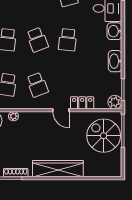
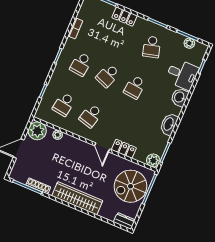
school desk: (37, 40) -> (108, 76), turned 42
school desk: (37, 85) -> (91, 116), turned 36
spiral stairs: (104, 136) -> (131, 186), turned -90
dresser: (112, 171) -> (124, 221), added

